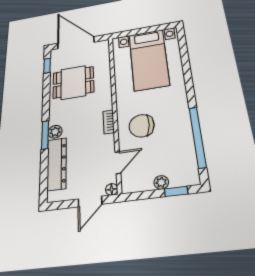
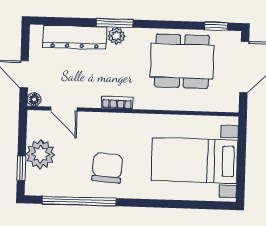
dining table: (73, 82) -> (182, 61), width x1.38
chair: (142, 126) -> (107, 168), moved
plant: (161, 182) -> (40, 154), width x1.88, depth x1.88

